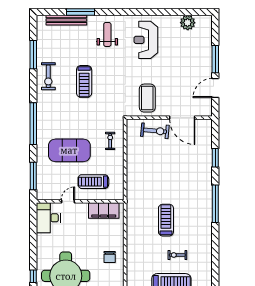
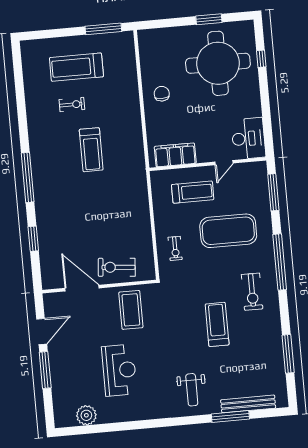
reception desk: (146, 40) -> (119, 370), moved
exercise bike: (48, 76) -> (252, 292), moved, turned 180

